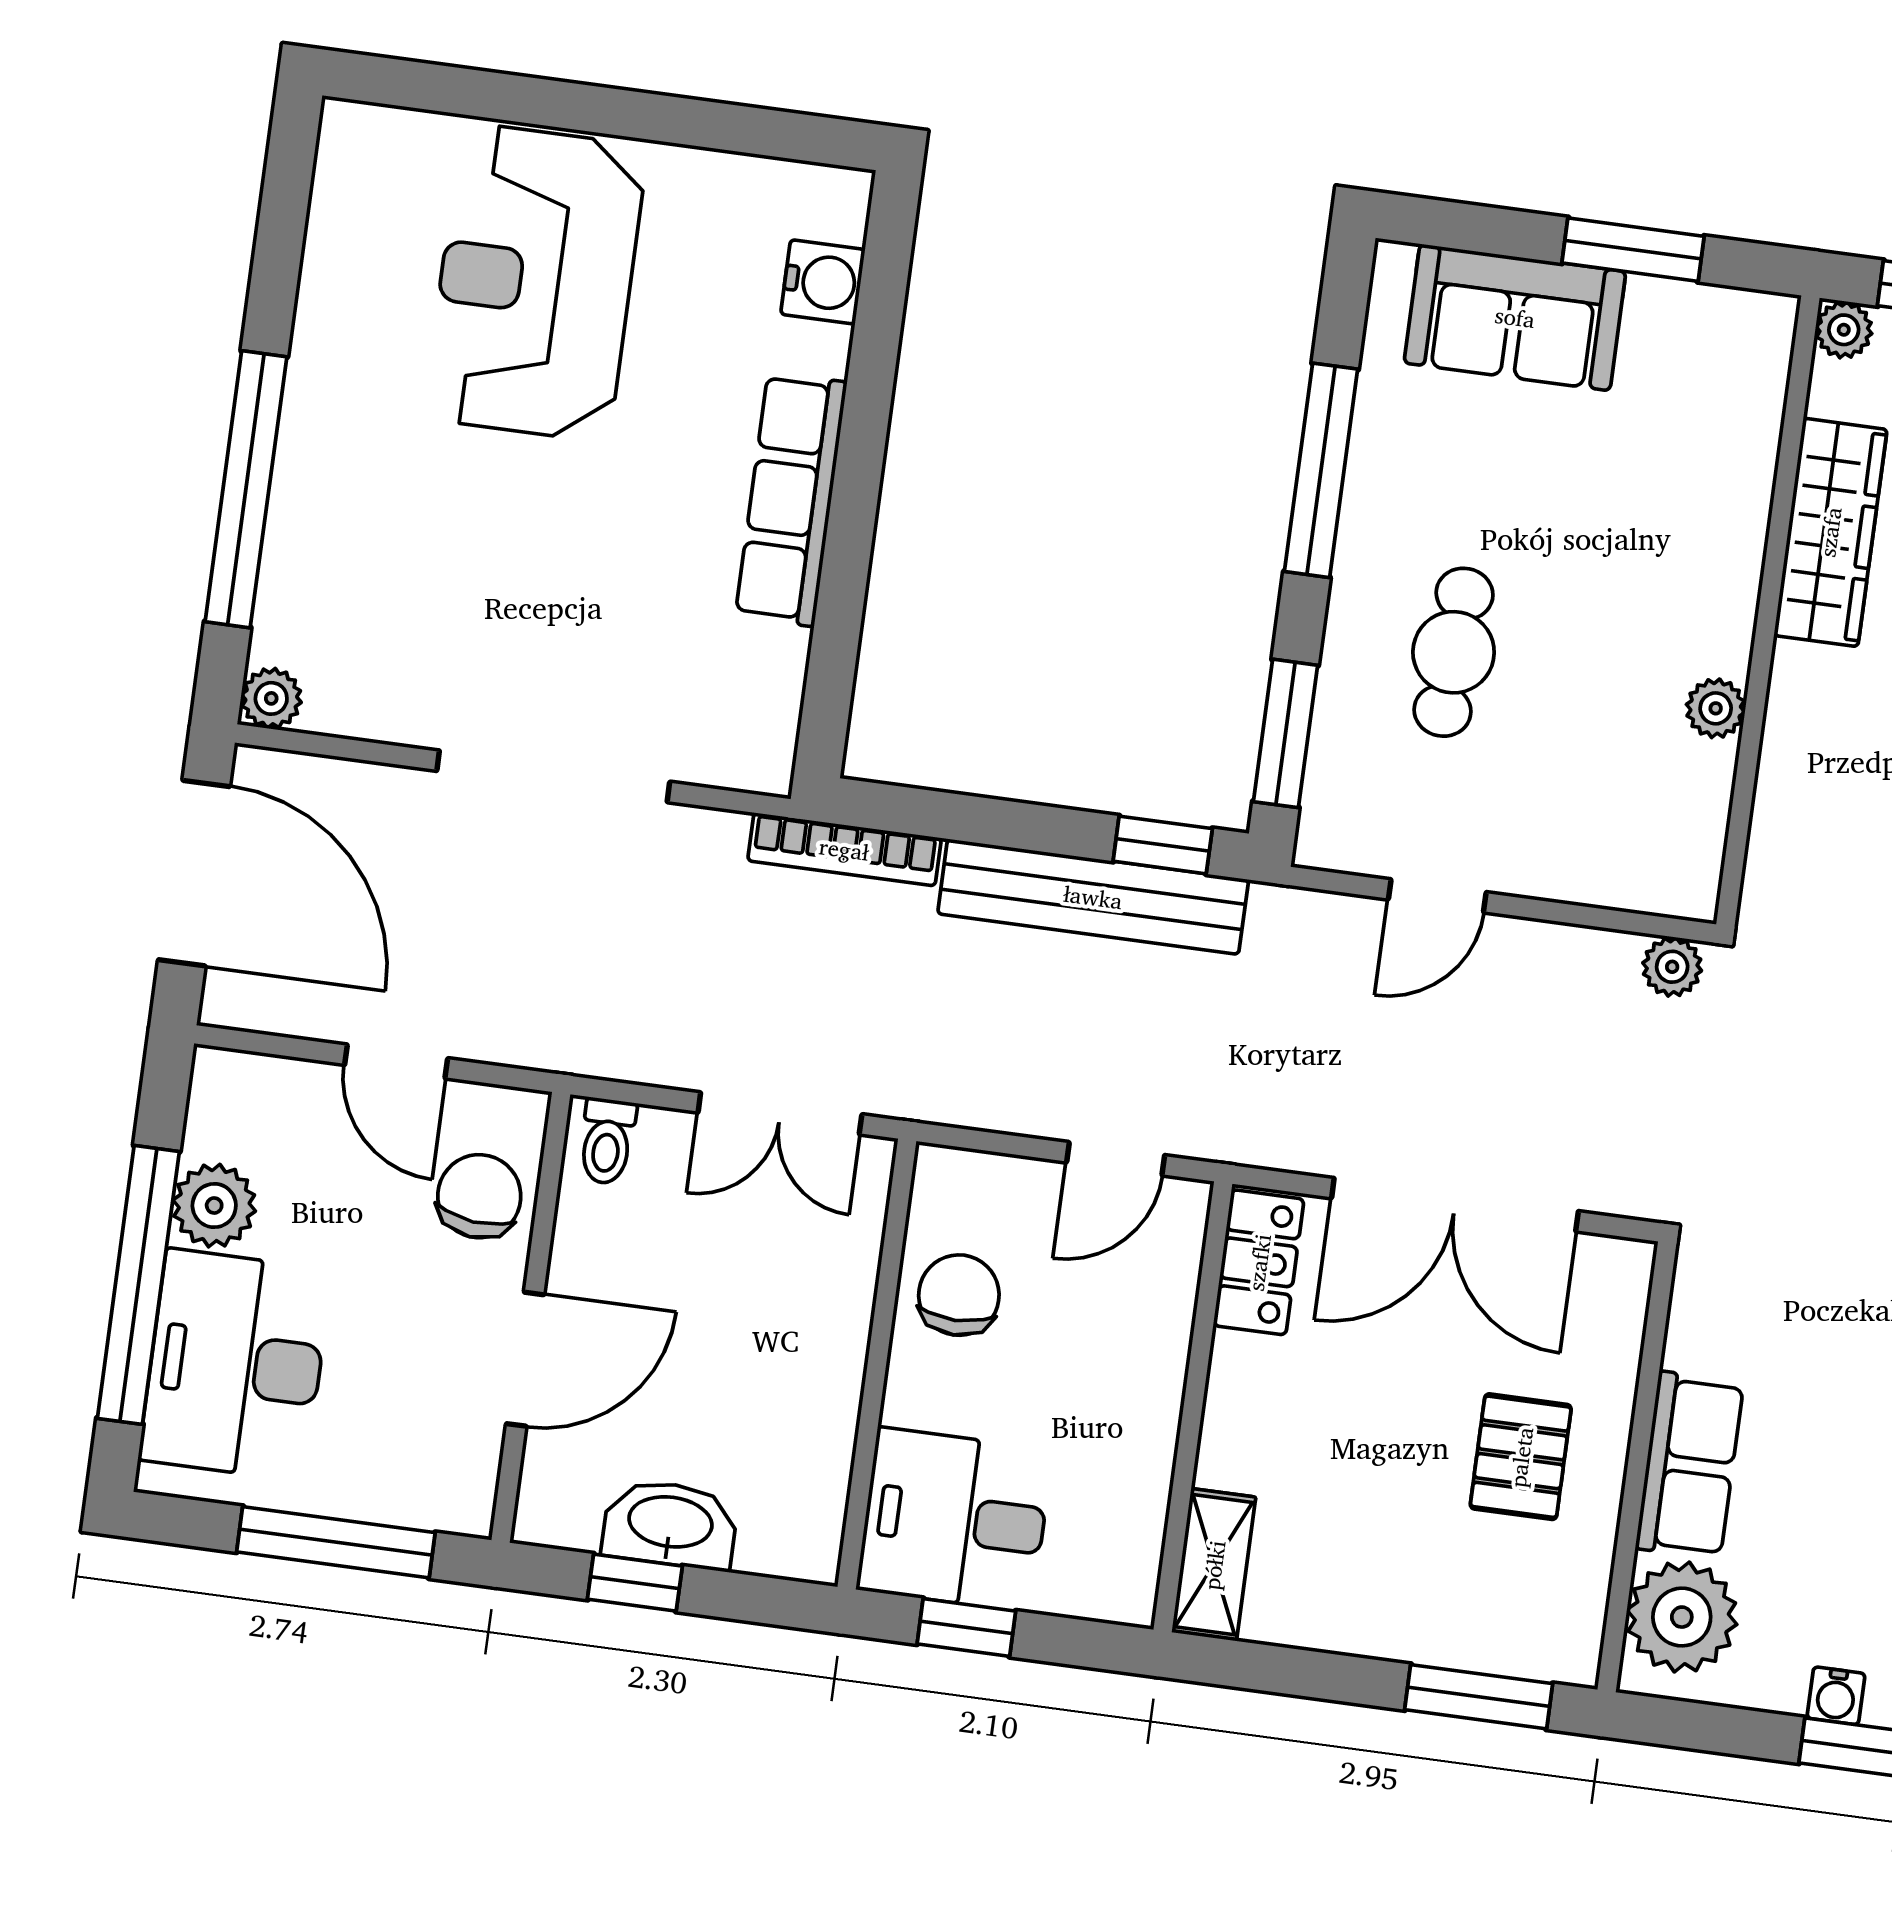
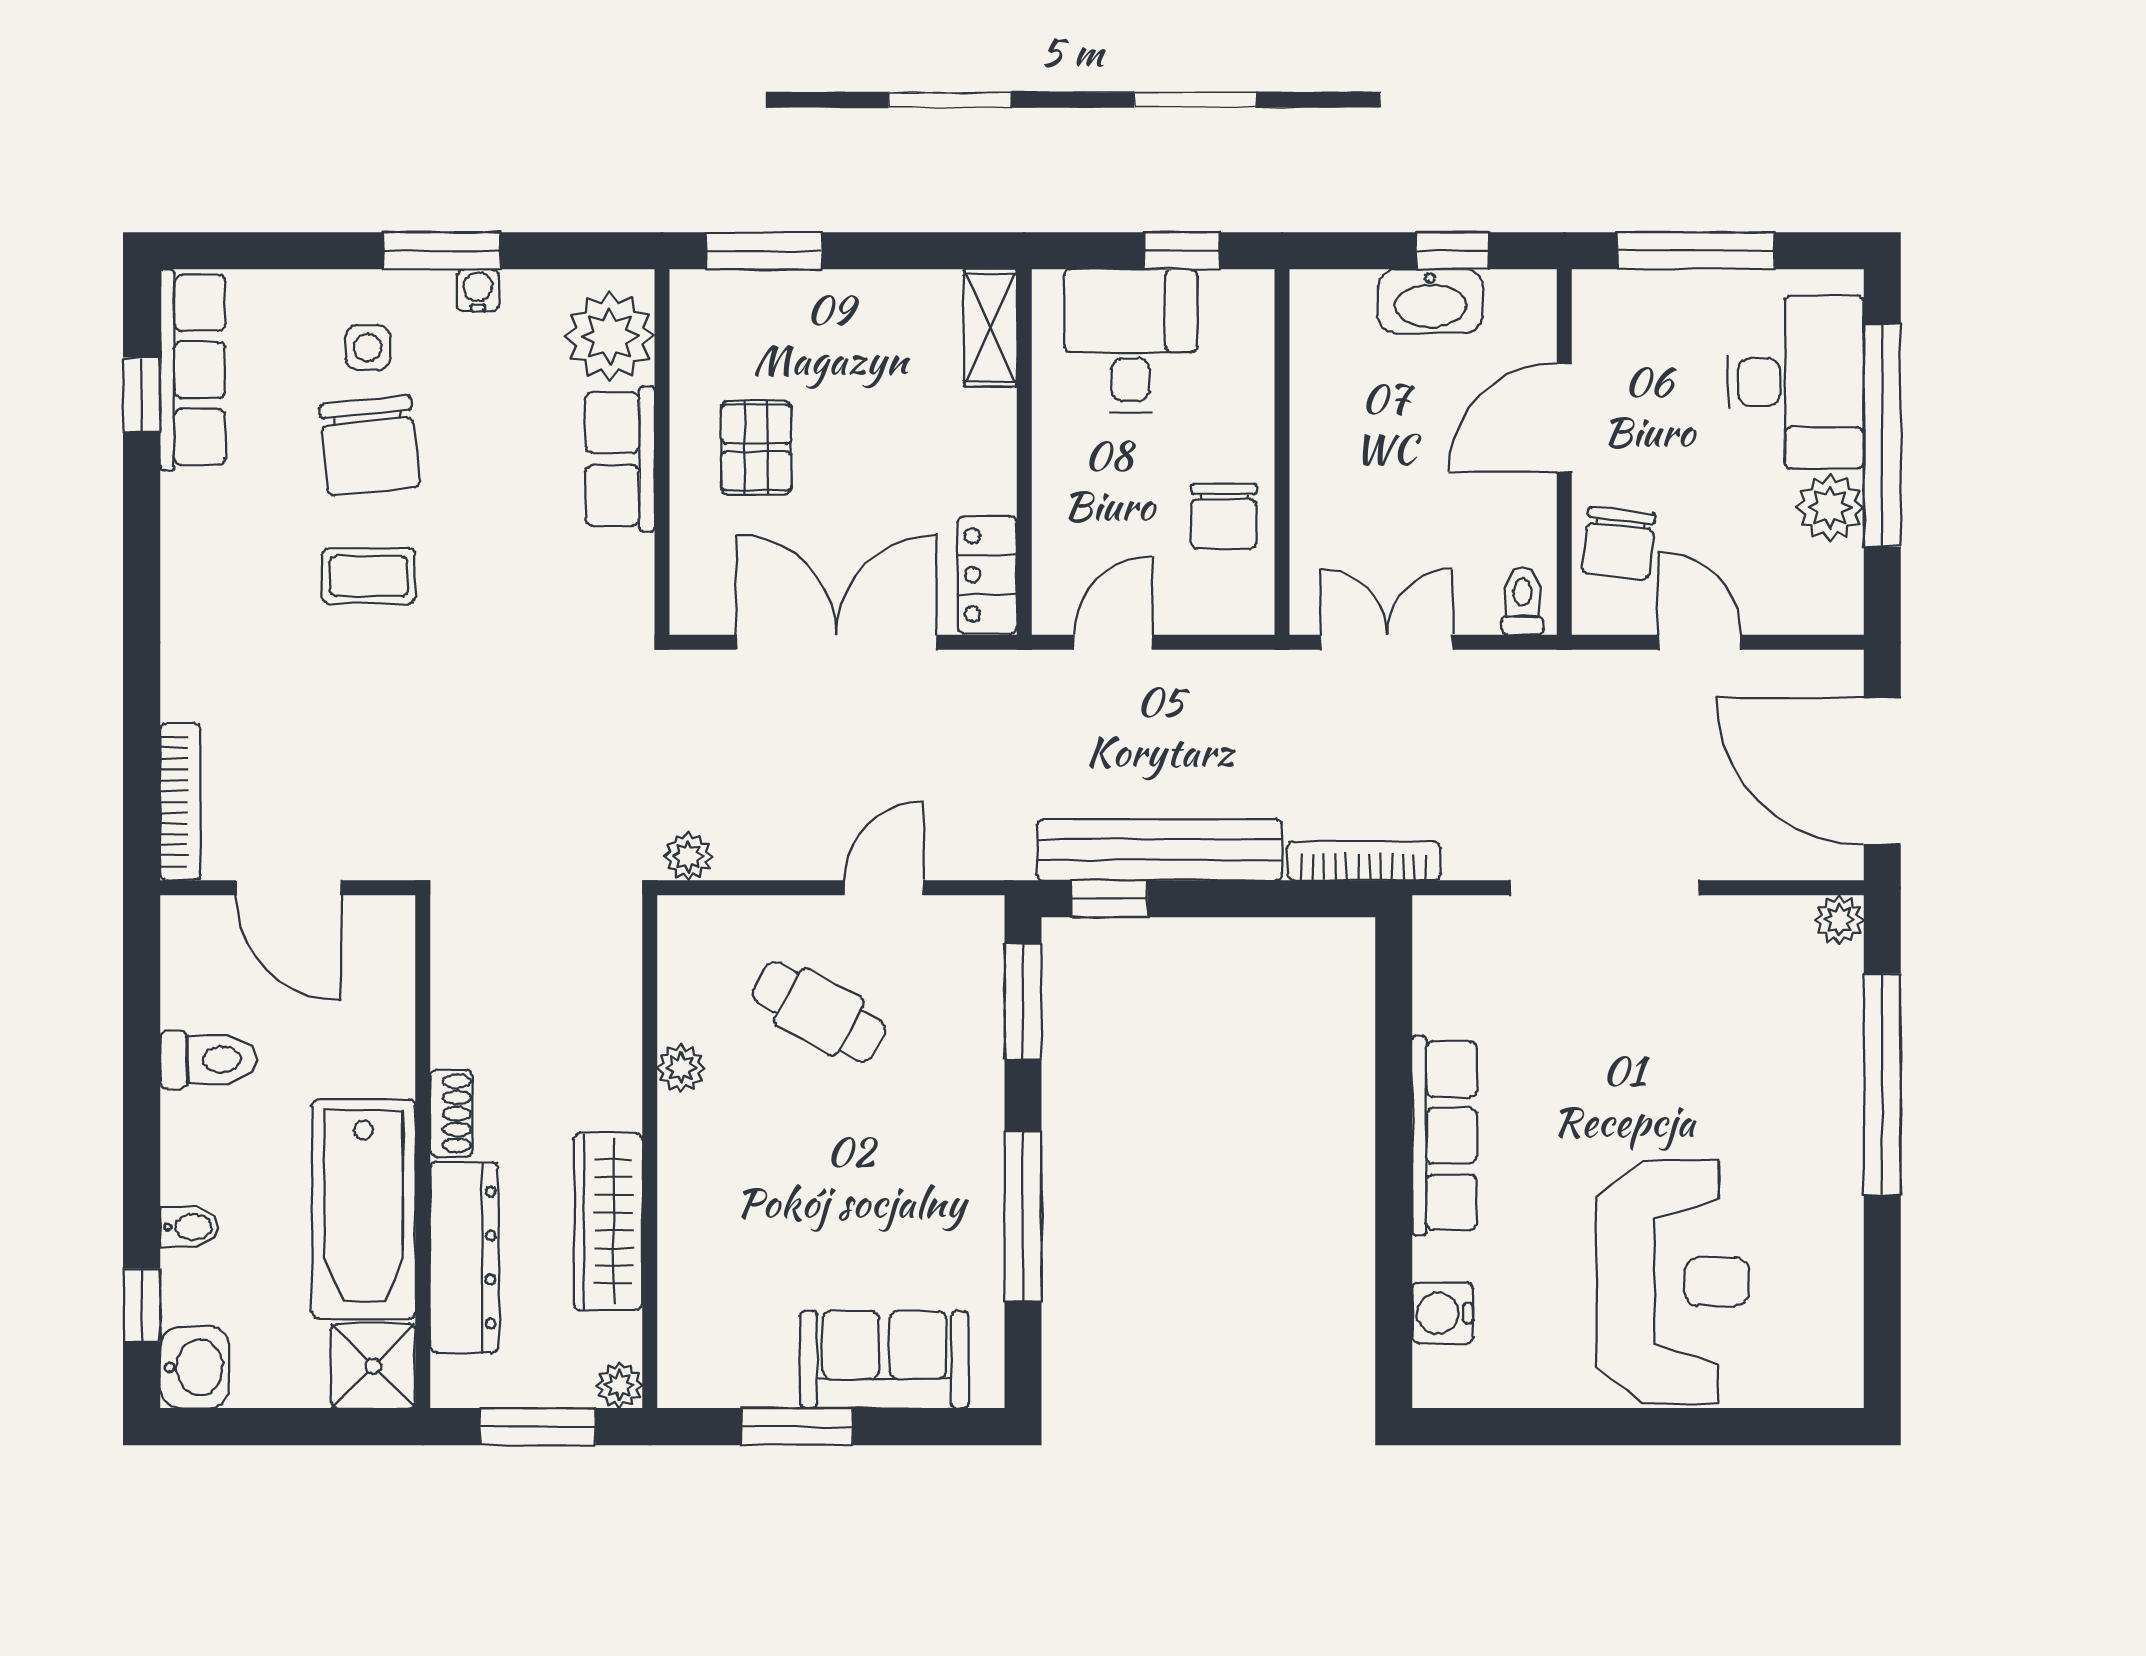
cafe table: (1454, 652) -> (819, 1012), moved, turned -63
desk: (955, 1520) -> (1130, 341), moved, turned -90

